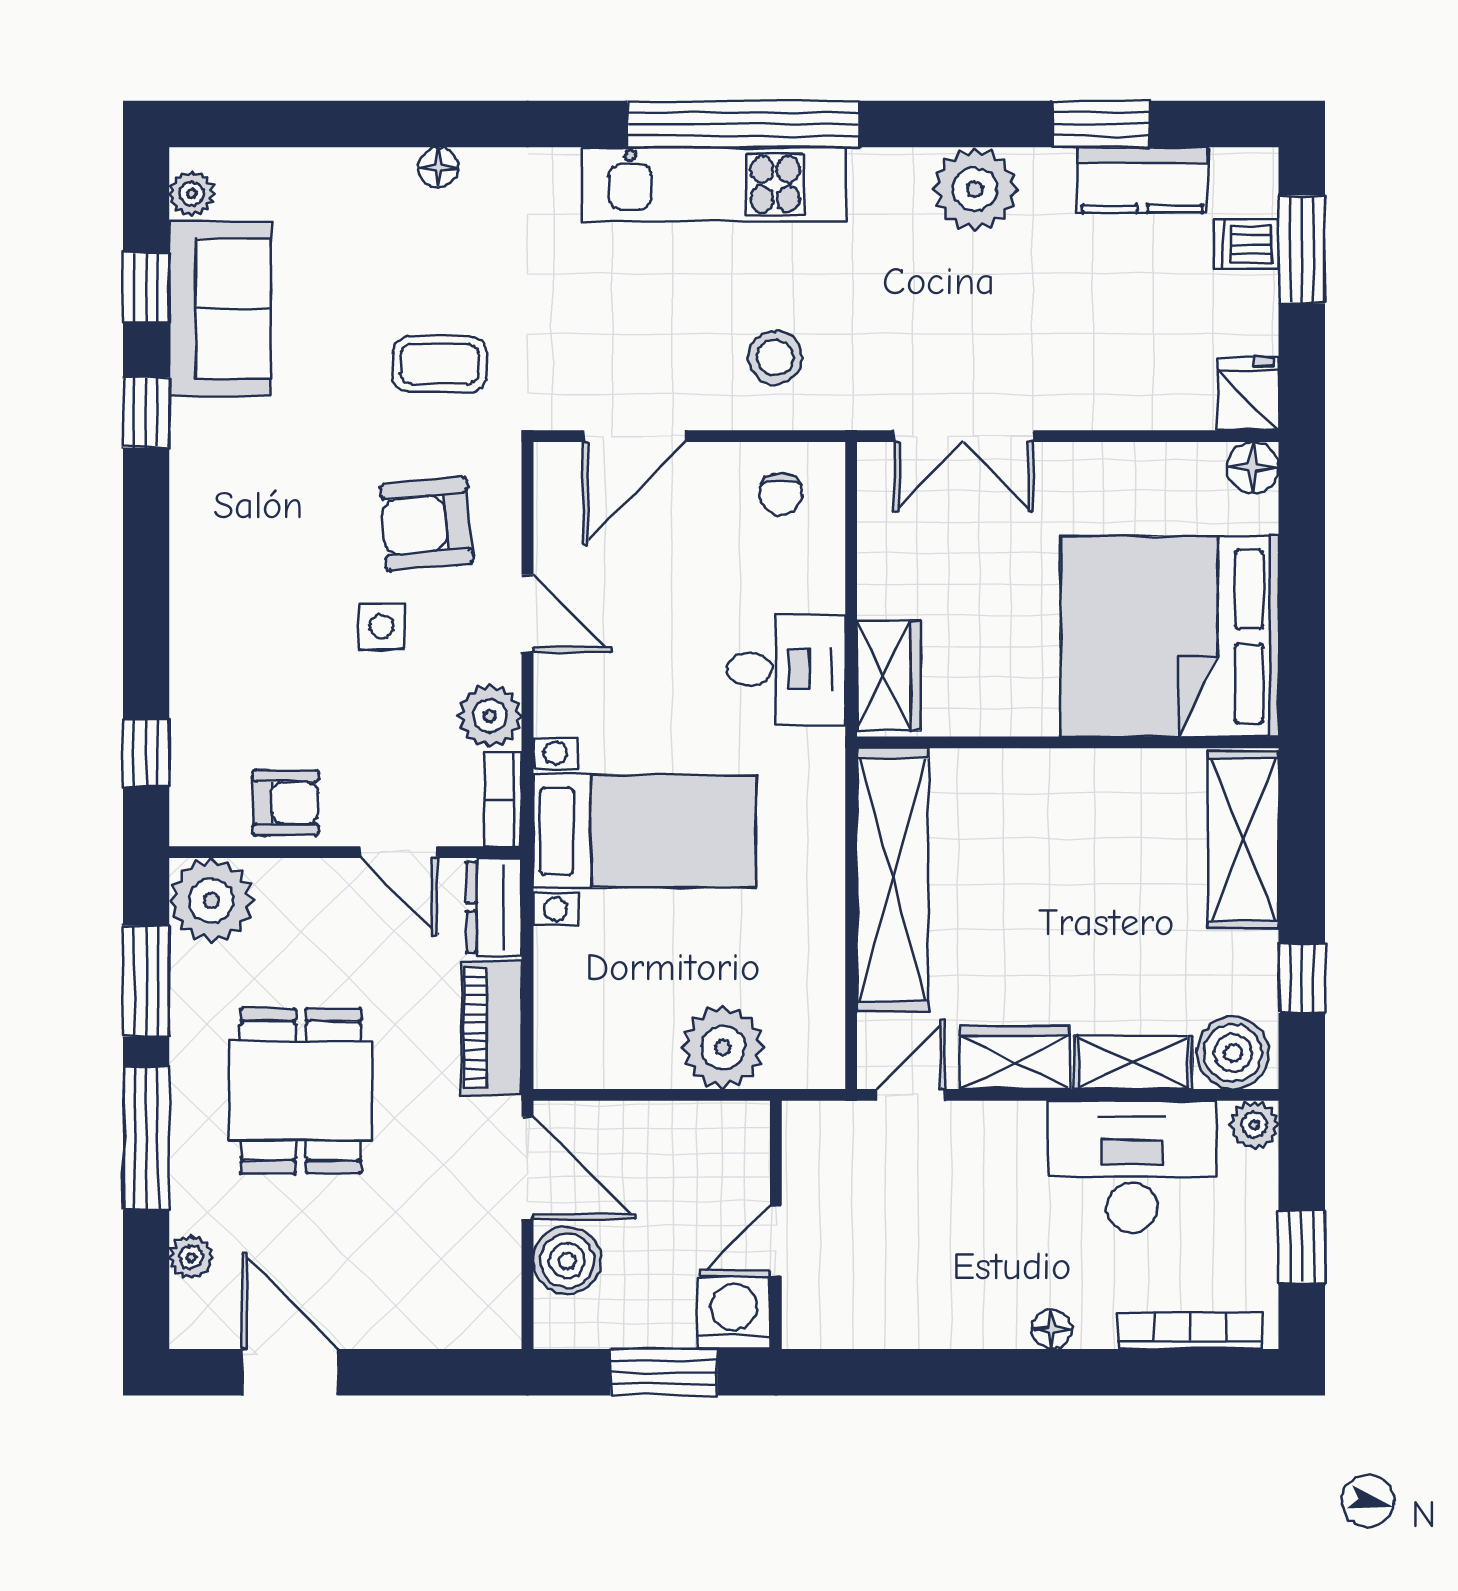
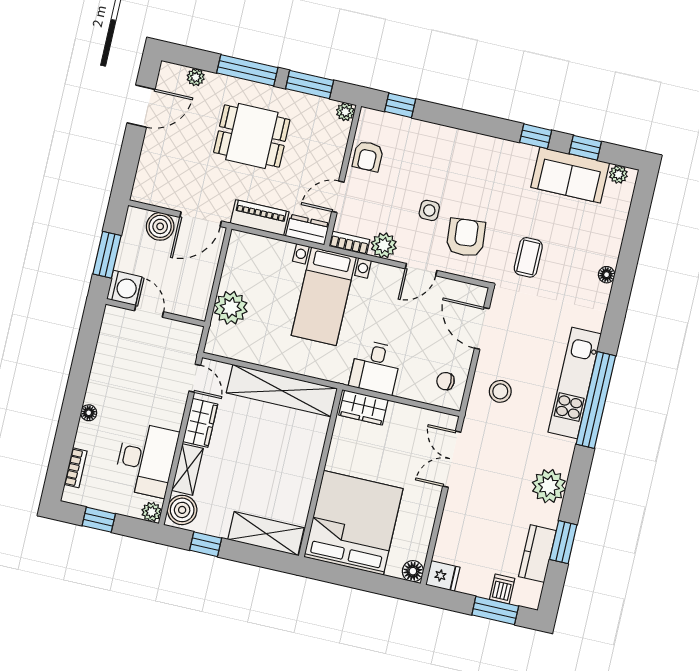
plant: (211, 900) -> (345, 112), width x0.53, depth x0.53
bookcase: (1190, 1331) -> (76, 468), width x0.64

